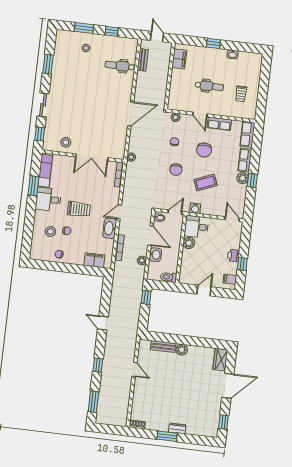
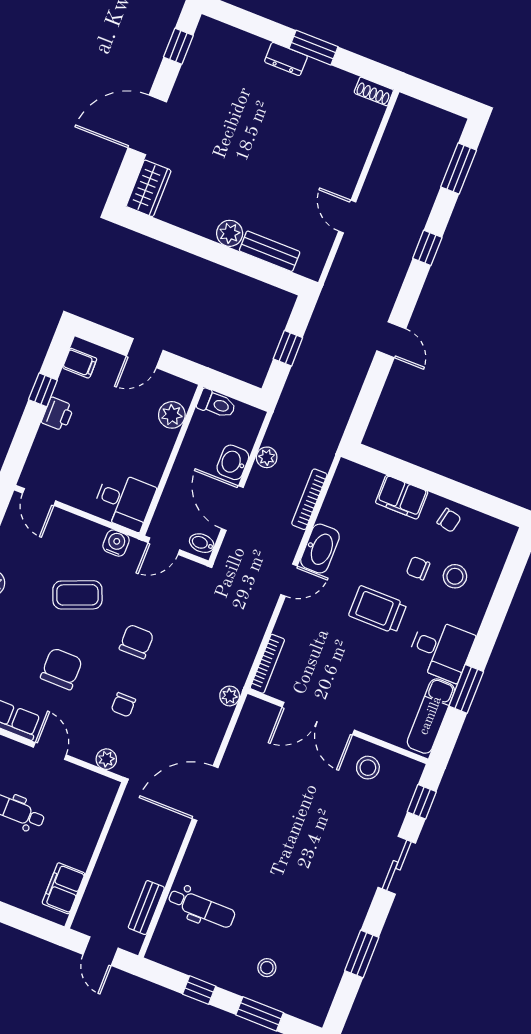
double door: (92, 157) -> (318, 719), swing flipped
plant: (189, 243) -> (172, 415), moved
filing cabinet: (94, 260) -> (402, 497), moved
window: (146, 297) -> (288, 348), moved

